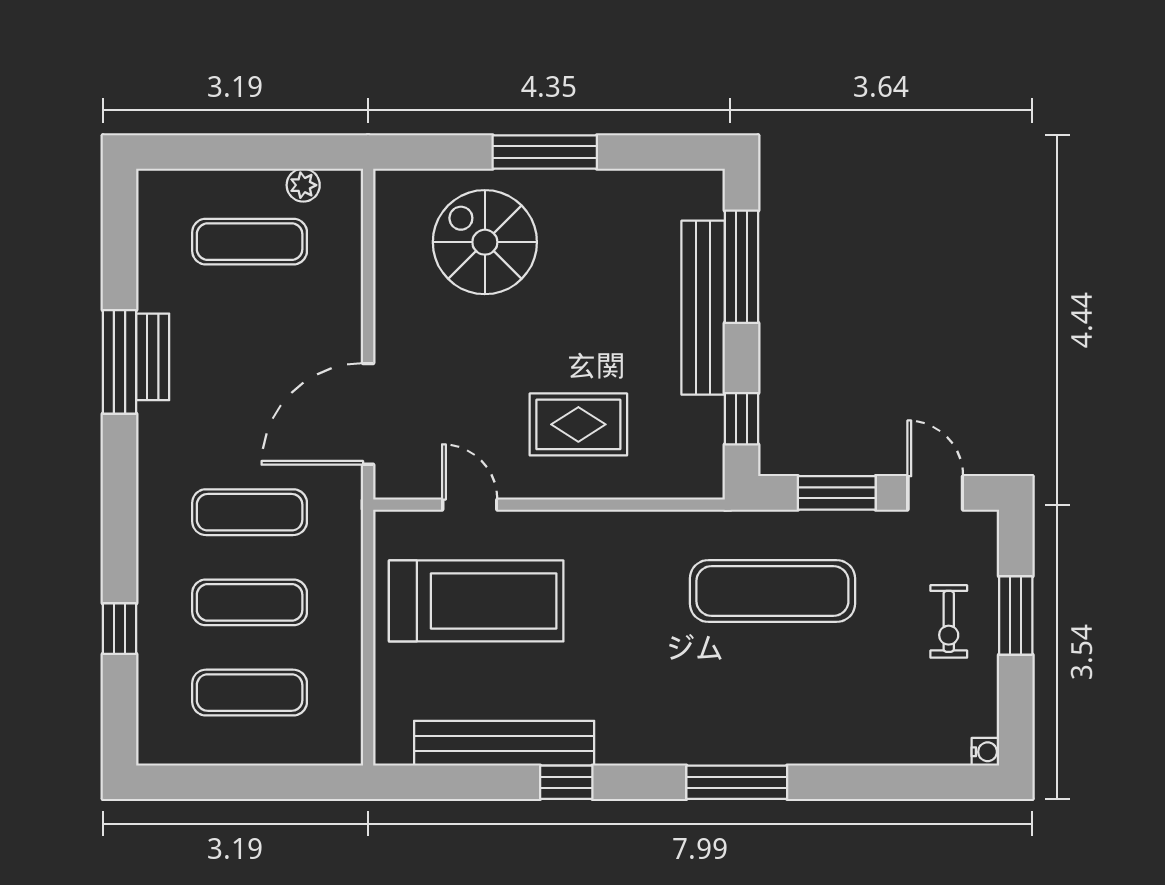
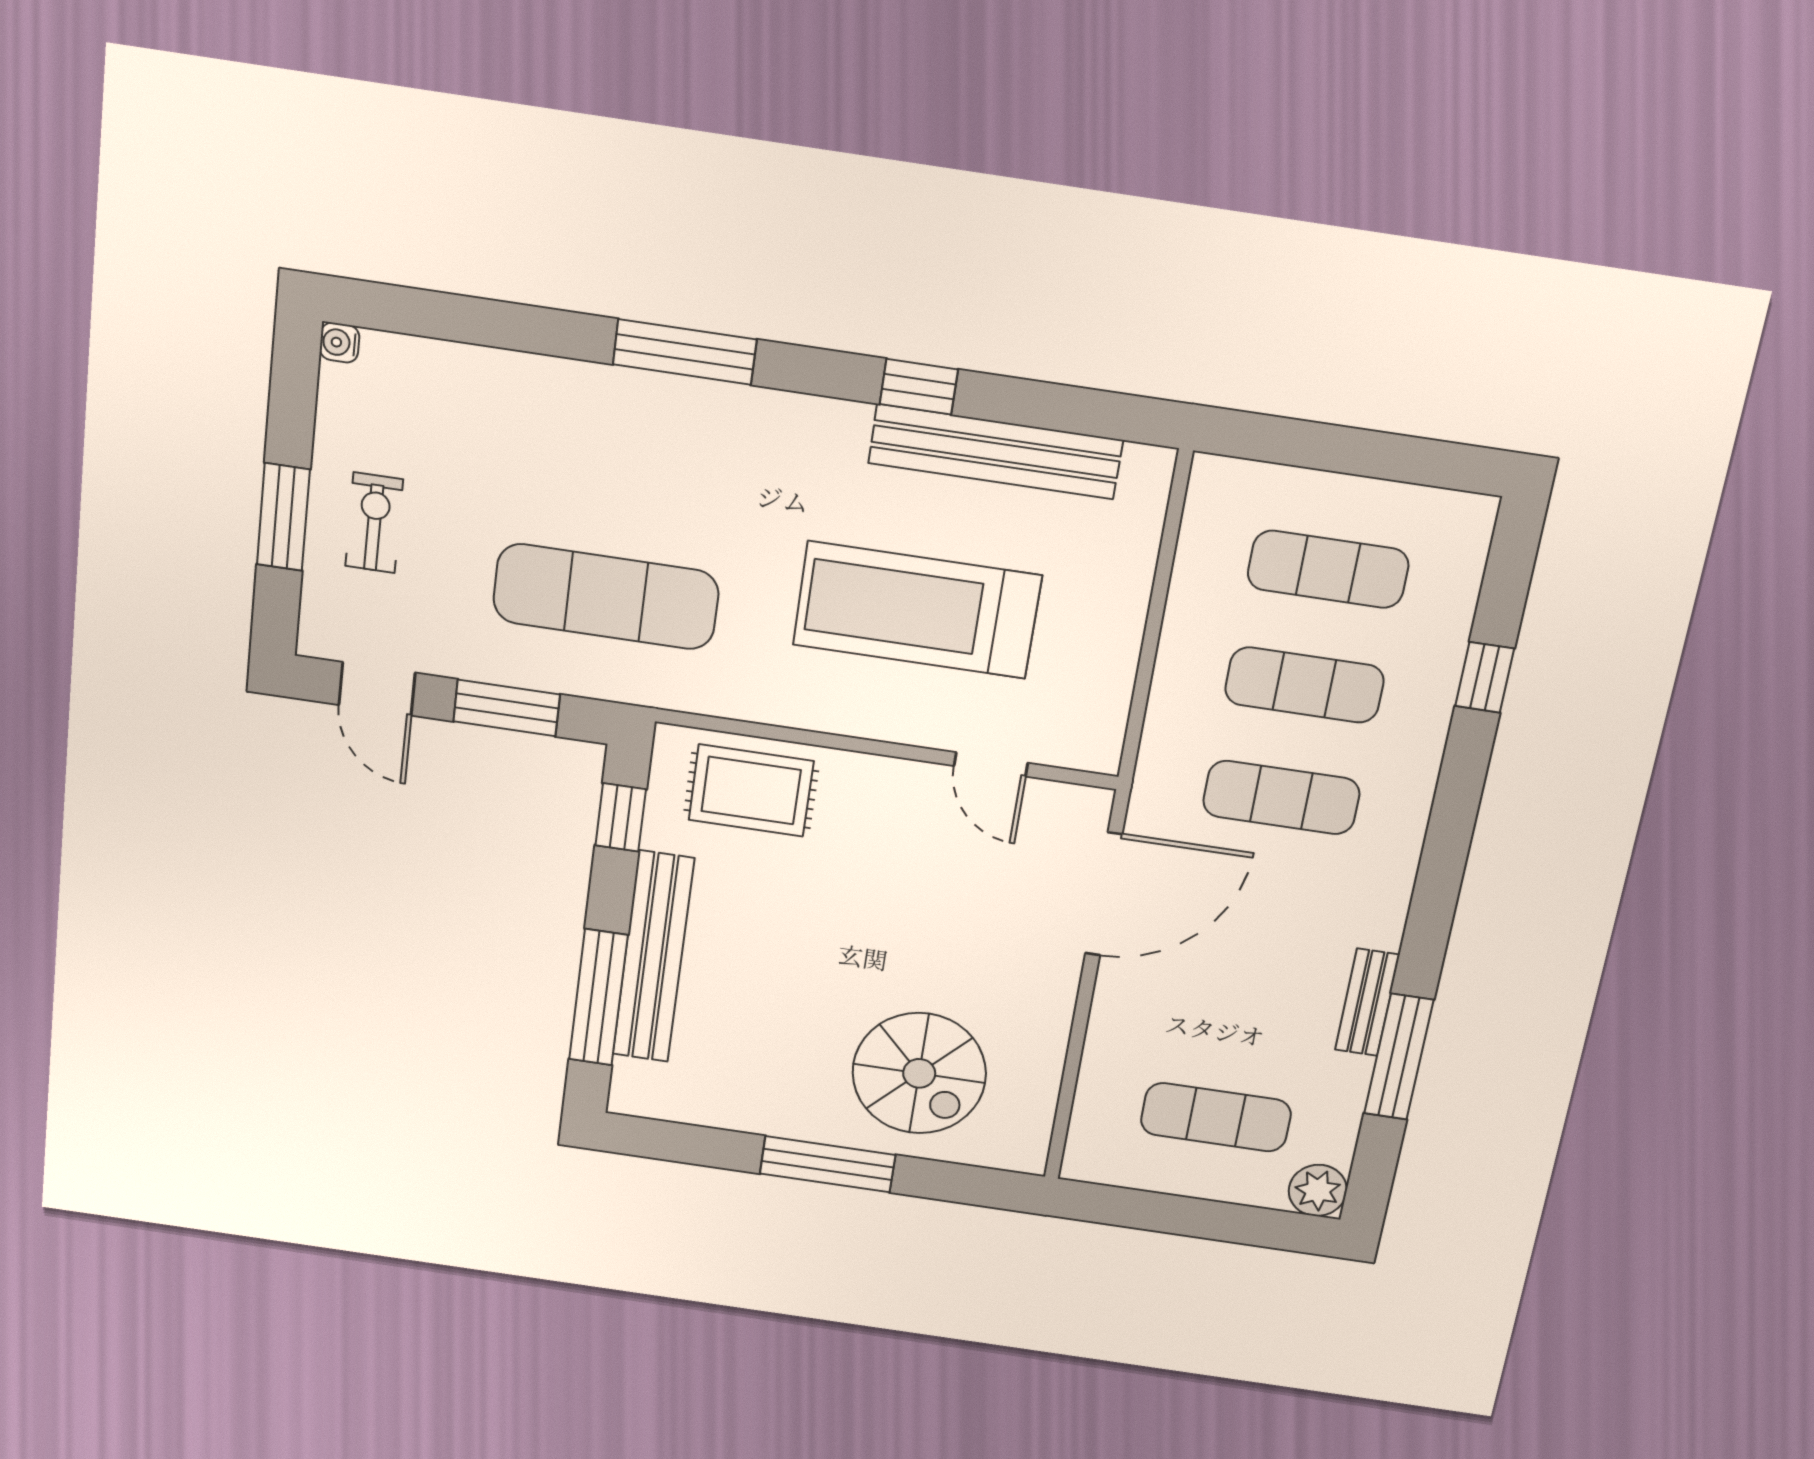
plant: (303, 185) -> (1318, 1190), moved, width x1.38, depth x1.38
window: (119, 362) -> (1399, 1057), moved
rug: (578, 424) -> (751, 791), moved
treadmill: (476, 601) -> (917, 610), moved

